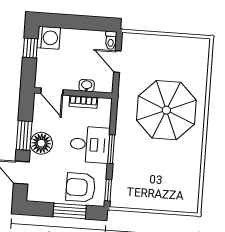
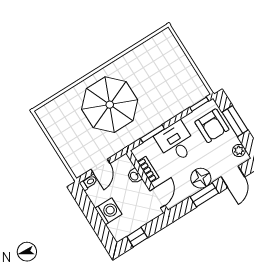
washing machine: (49, 38) -> (108, 211), moved, turned 90
window: (111, 149) -> (152, 134), moved
plant: (41, 195) -> (239, 151), added

